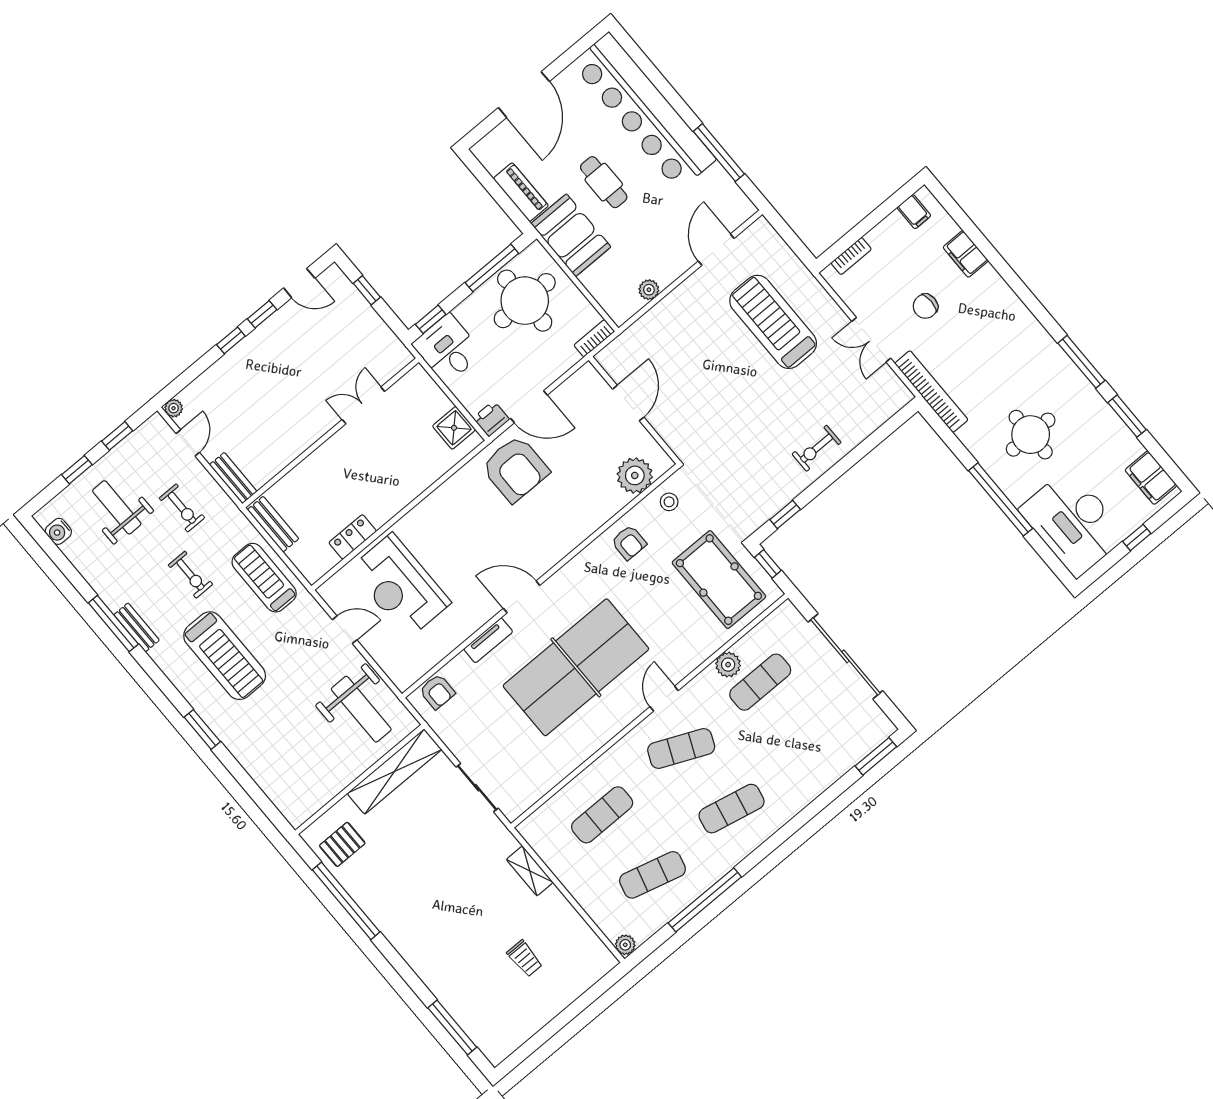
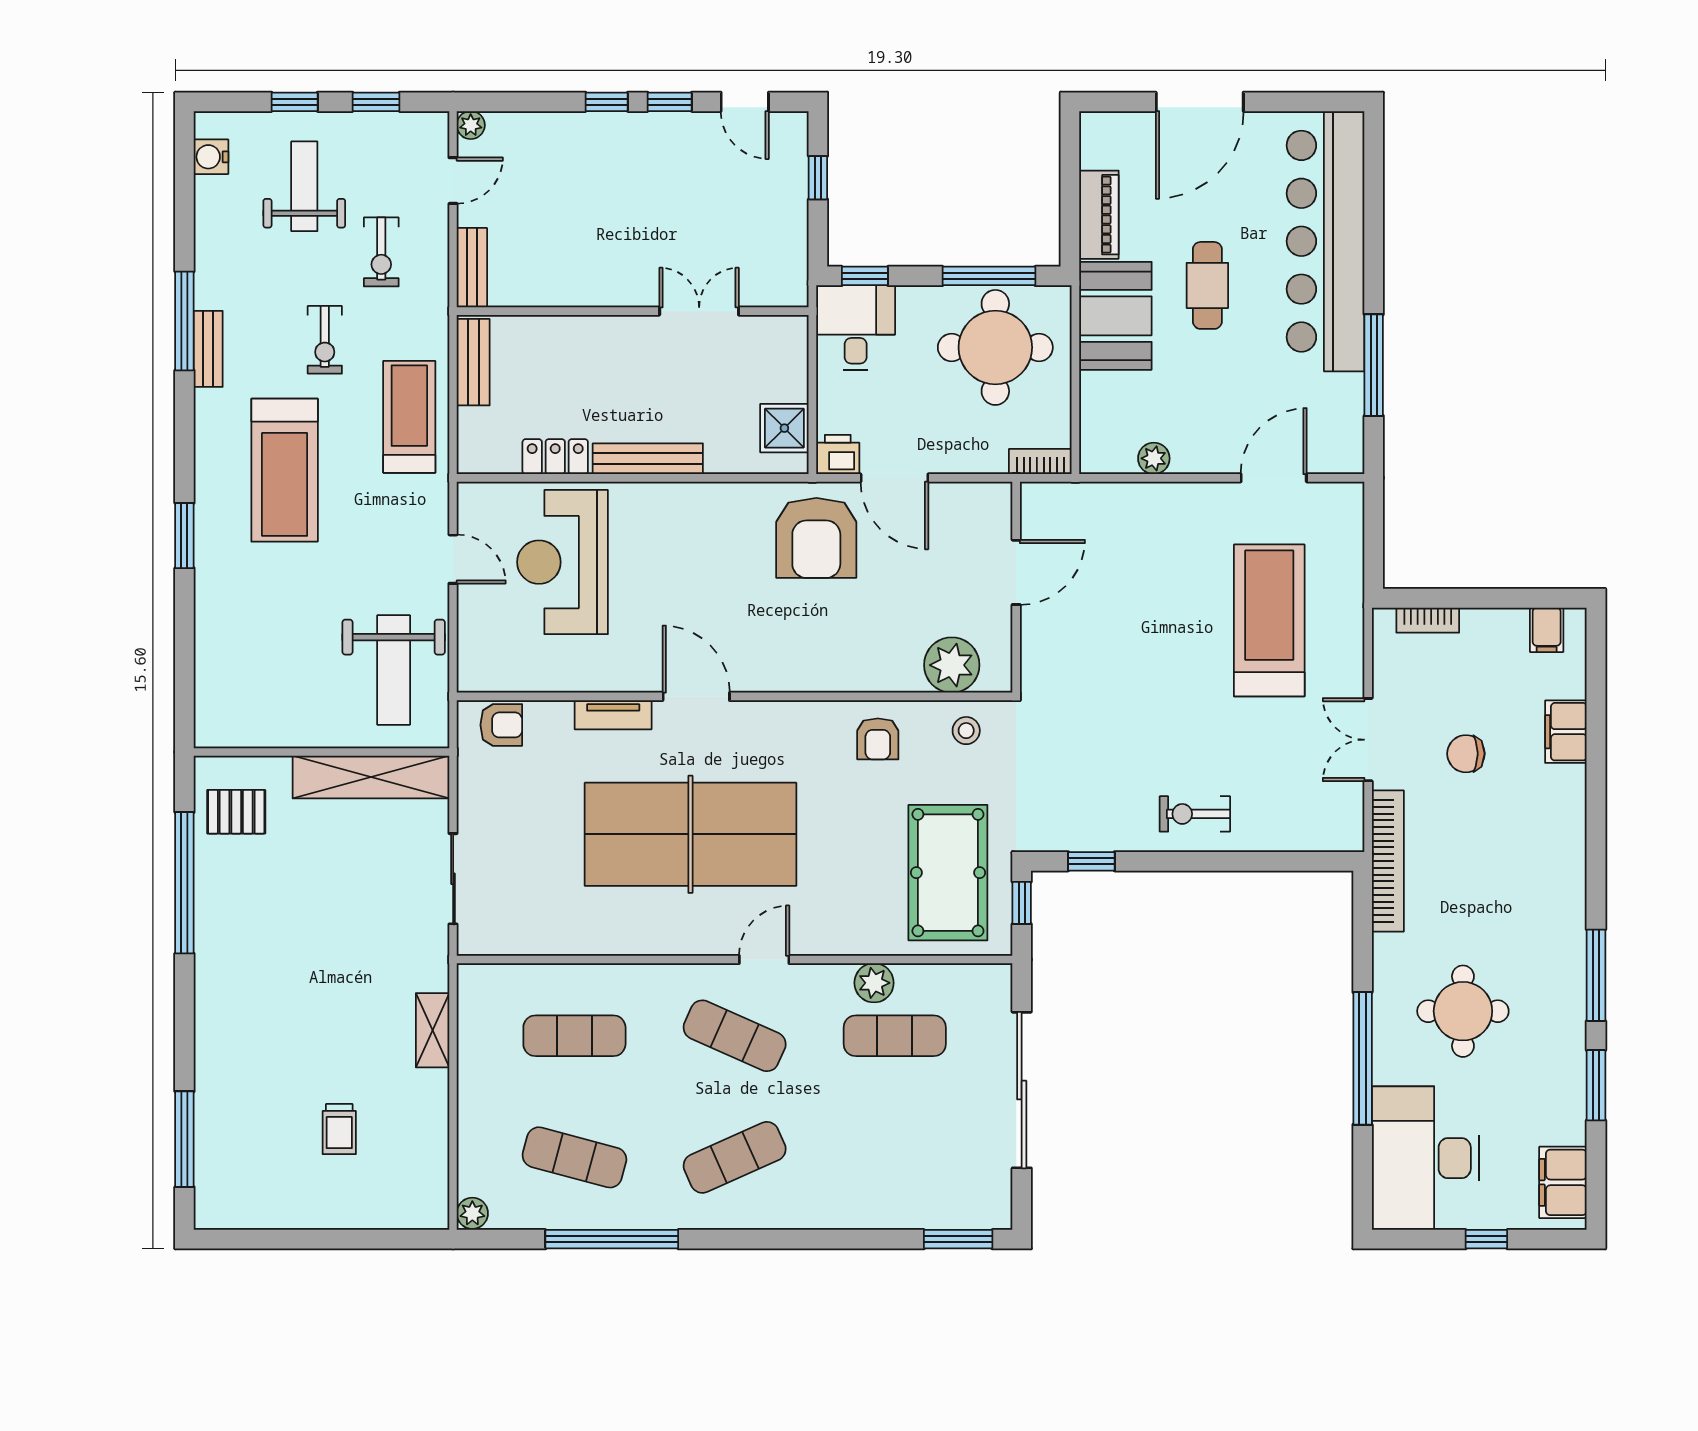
bench: (399, 500) -> (648, 459), added
armchair: (437, 692) -> (501, 725), turned -90
exercise mat: (732, 809) -> (735, 1157), turned -36

